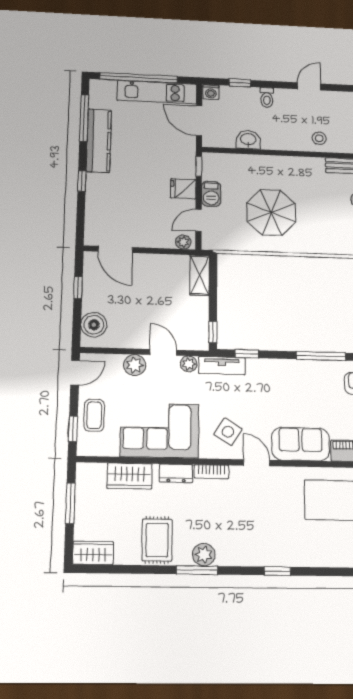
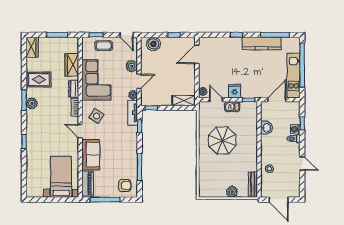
washing machine: (211, 92) -> (295, 129), moved
door: (257, 463) -> (80, 131), swing flipped

